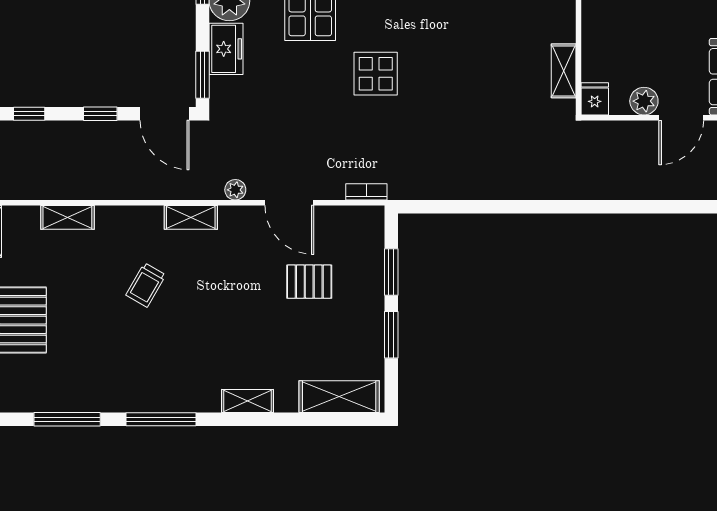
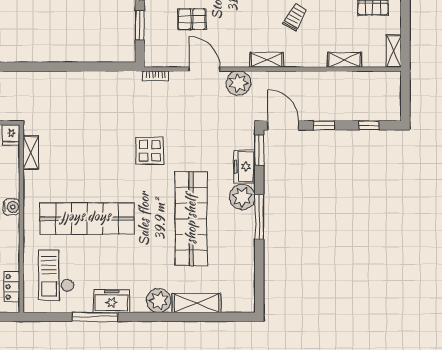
plant: (235, 190) -> (238, 83), width x1.87, depth x1.87

